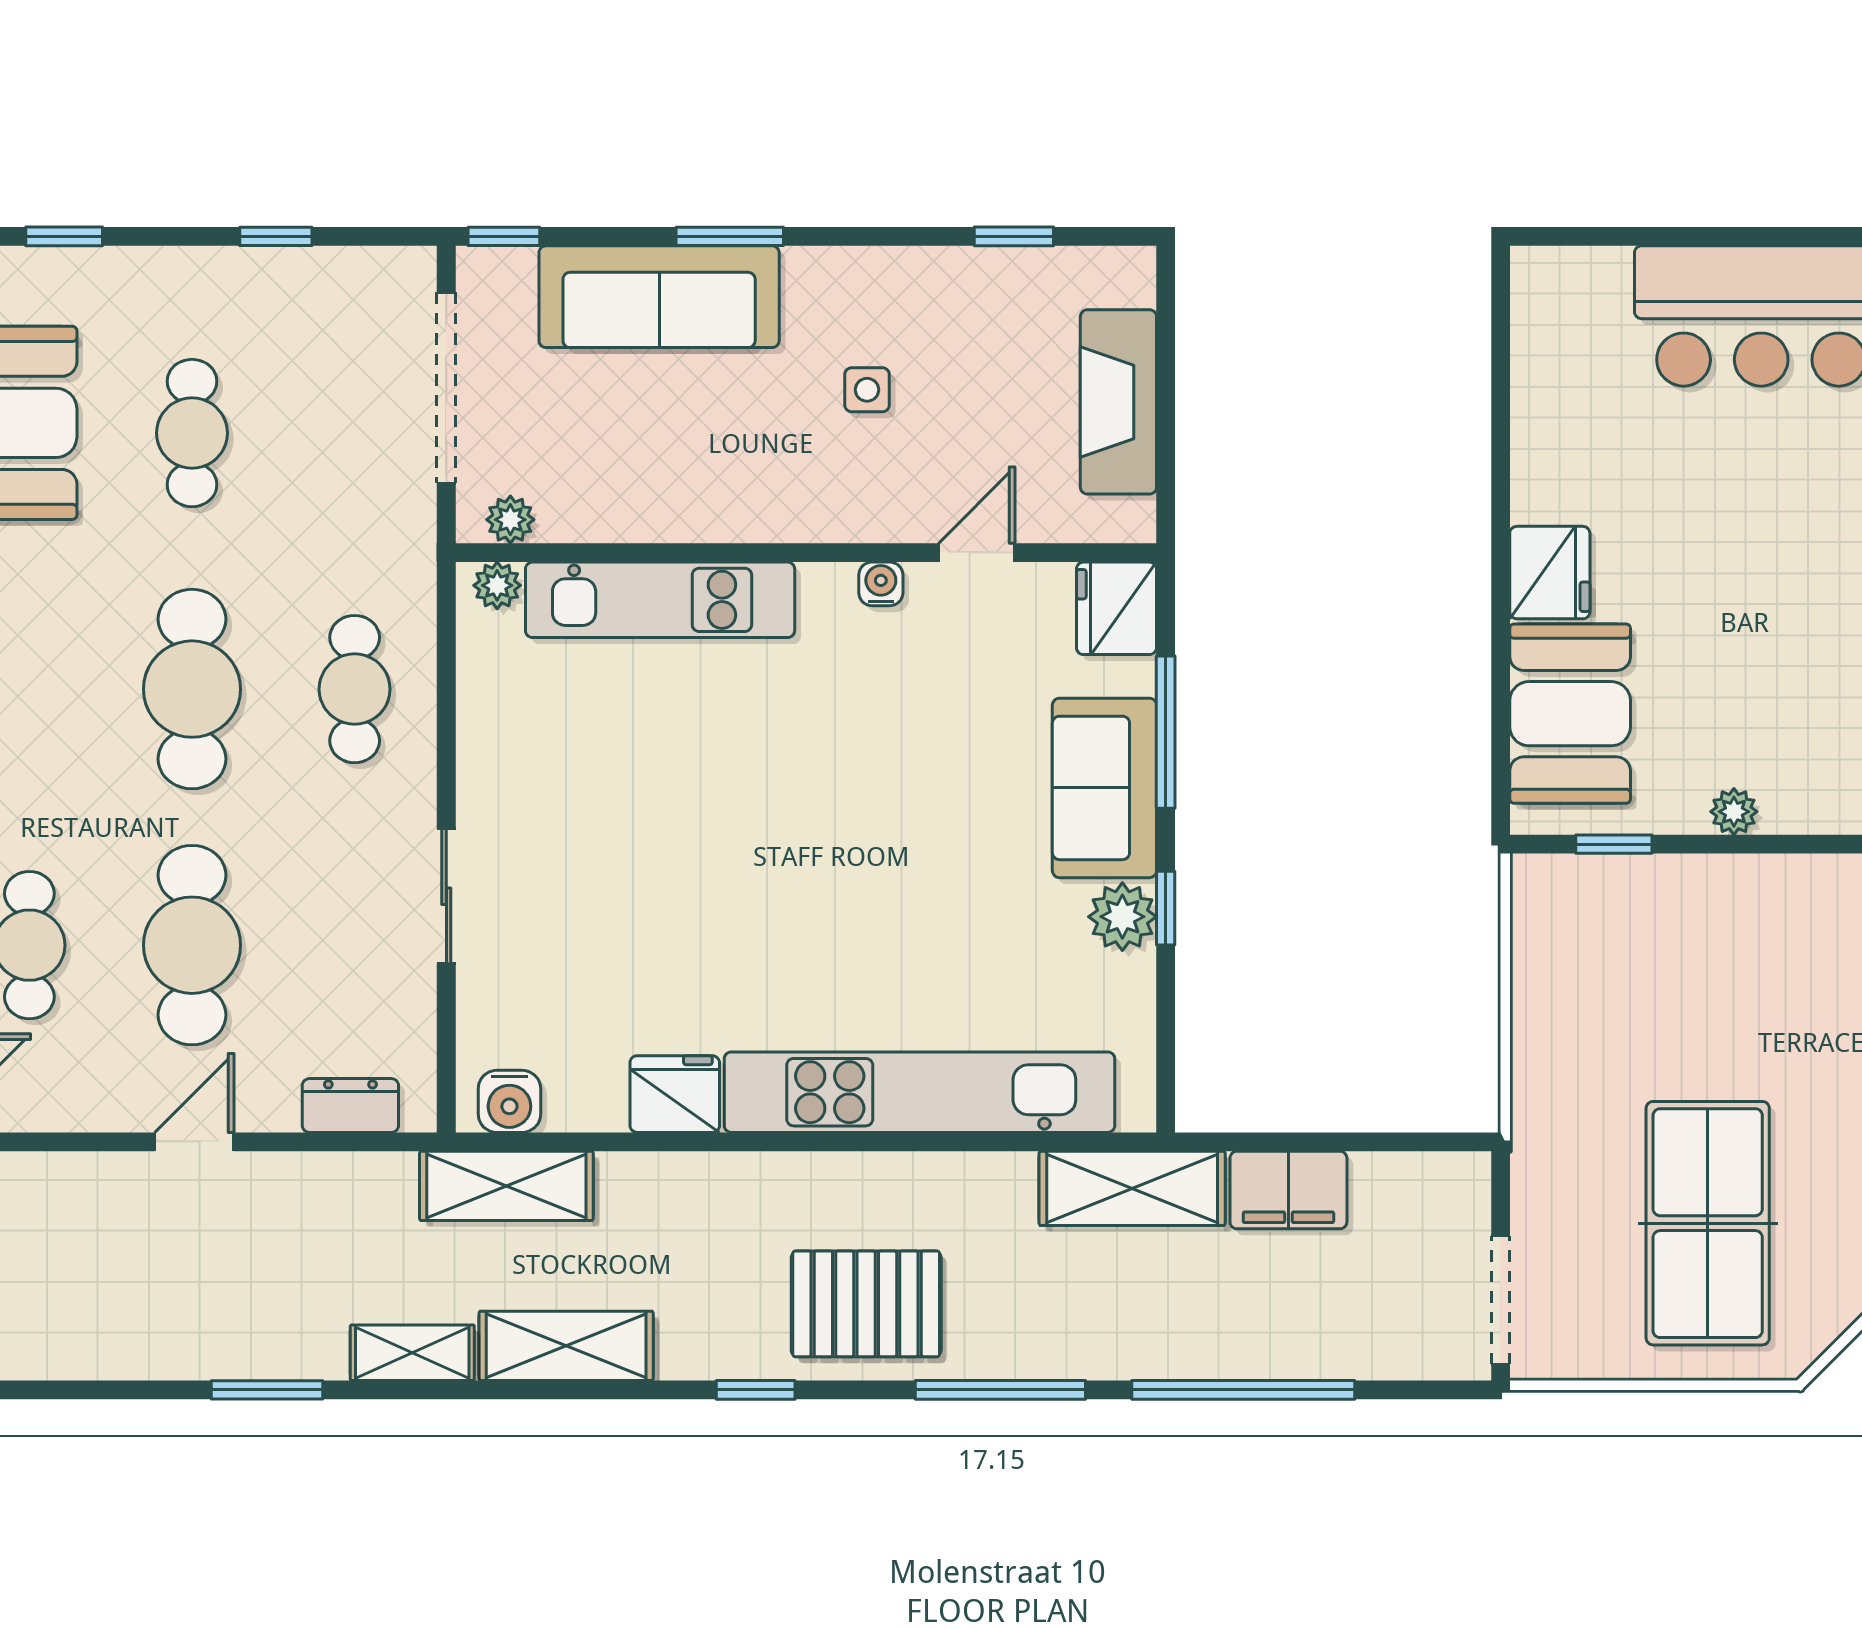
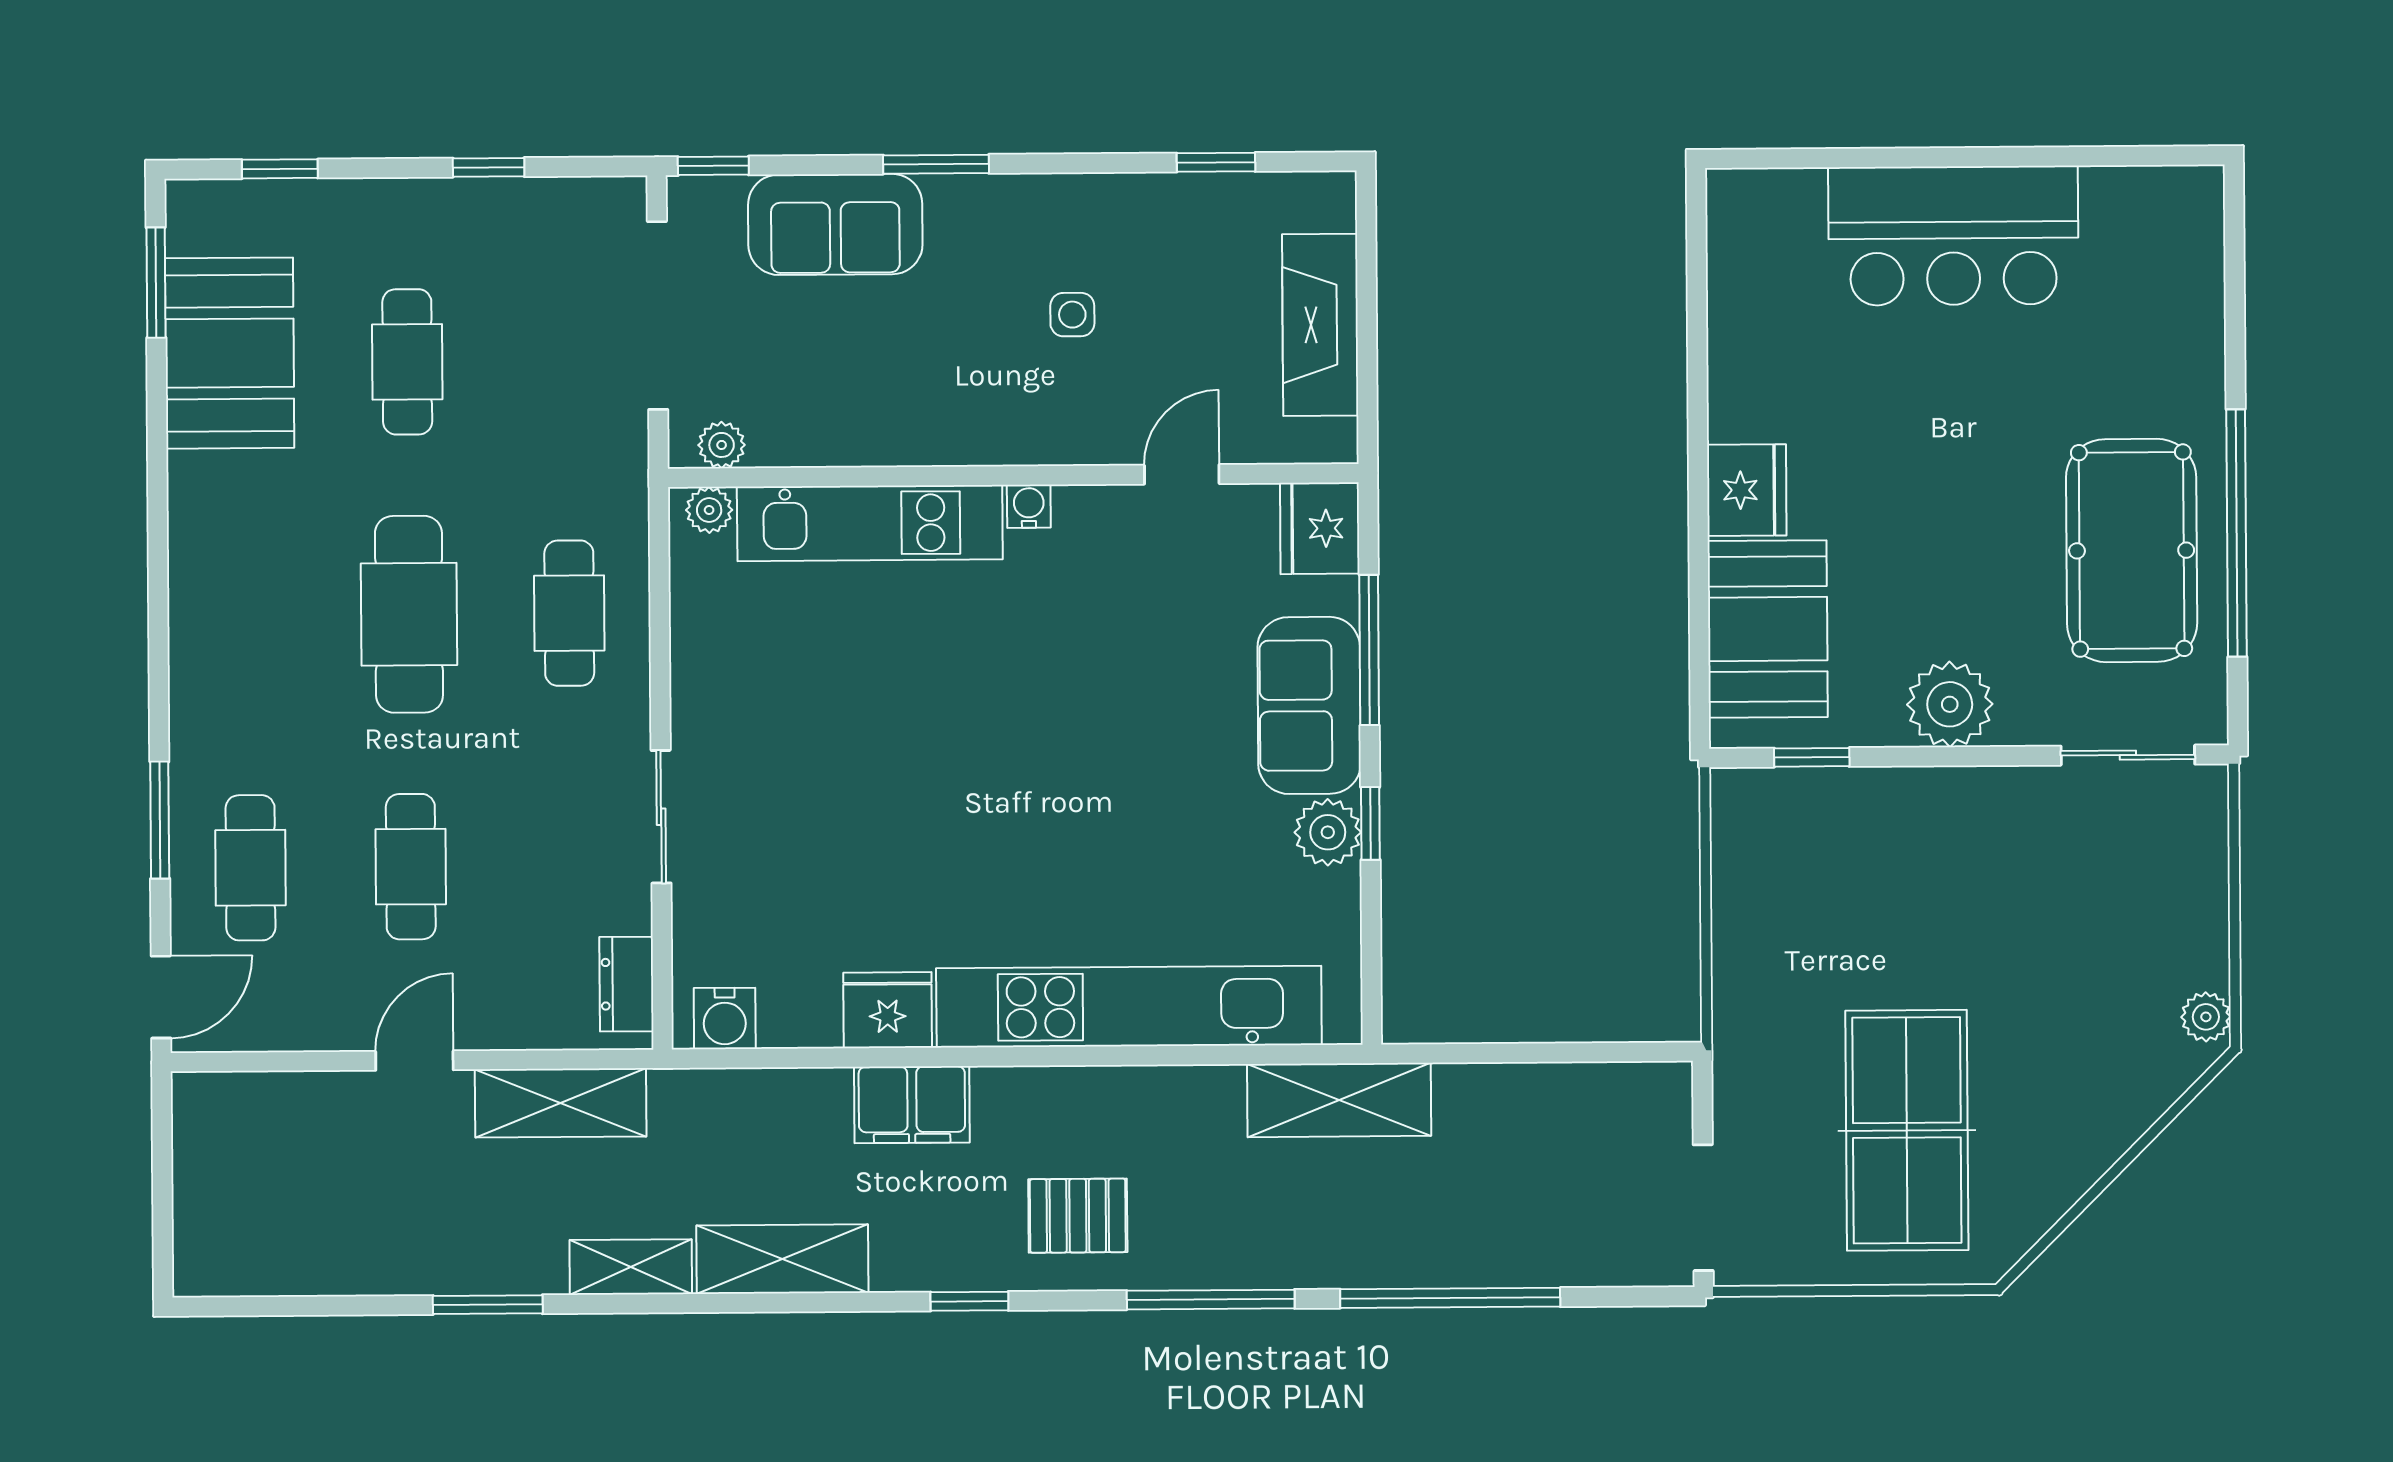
sofa: (659, 297) -> (835, 224), width x0.73
water cooler: (881, 584) -> (1029, 506), moved
plant: (1734, 812) -> (1950, 704), width x1.88, depth x1.88
cafe table: (192, 945) -> (411, 867), width x0.73, depth x0.74
dresser: (350, 1105) -> (626, 984), moved, turned -90
shelving: (506, 1186) -> (561, 1103), moved
filing cabinet: (1288, 1190) -> (912, 1105), moved
pallet: (866, 1304) -> (1078, 1216), width x0.67, depth x0.71

